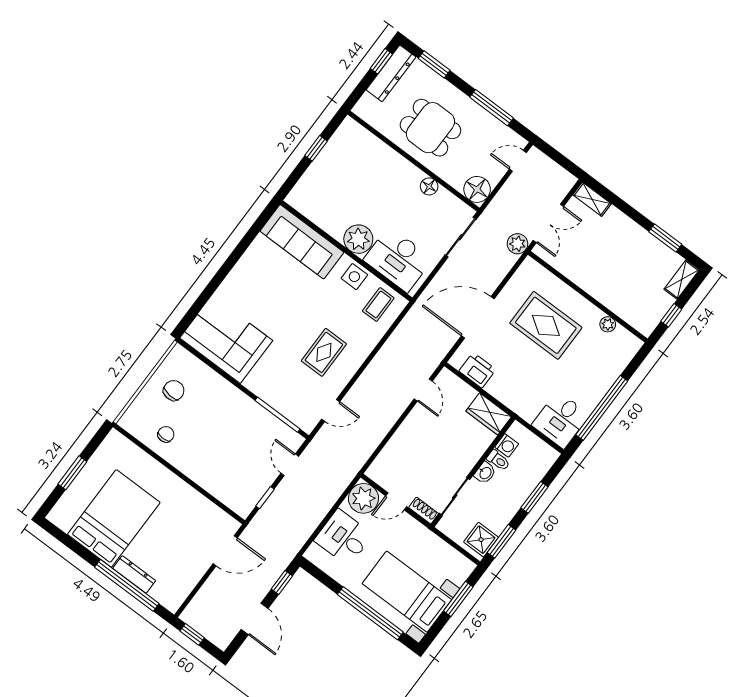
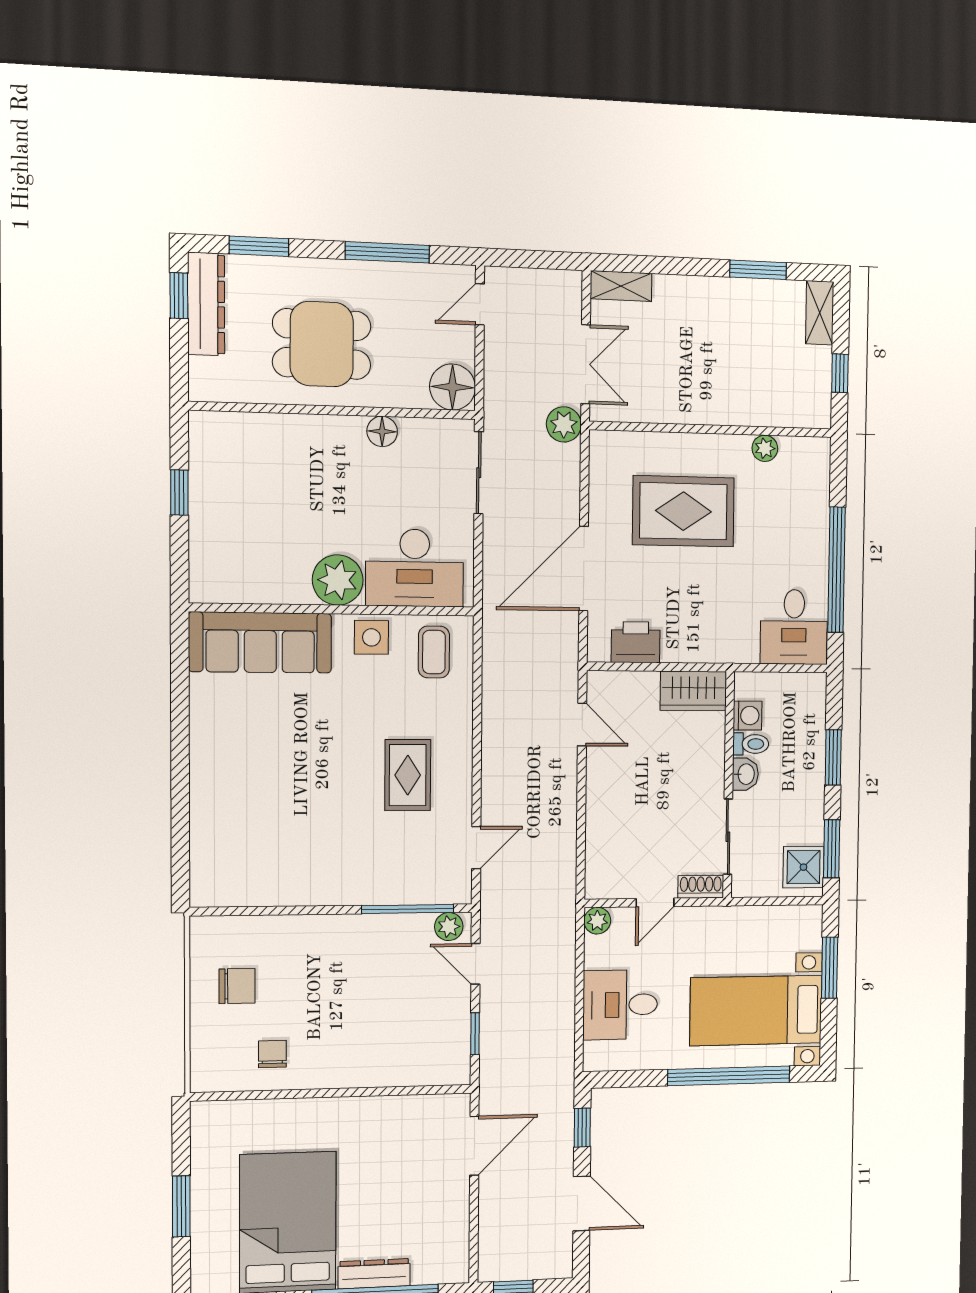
corner sofa: (226, 339) -> (257, 860), removed
chair: (174, 391) -> (237, 986), turned 85
plant: (290, 438) -> (449, 927), added
plant: (363, 498) -> (597, 921), width x0.53, depth x0.53

